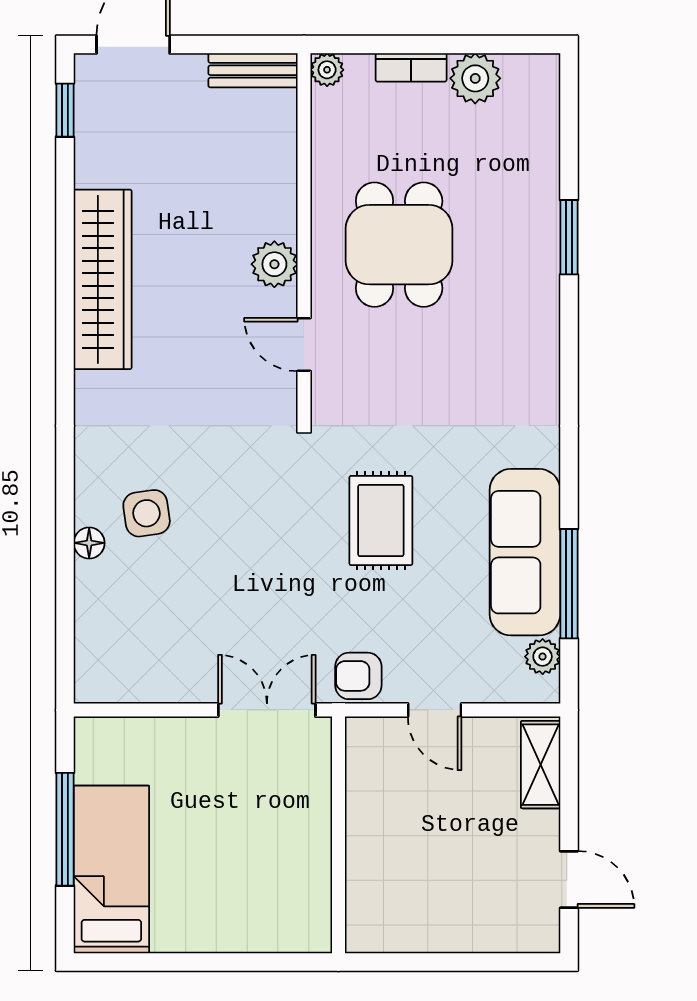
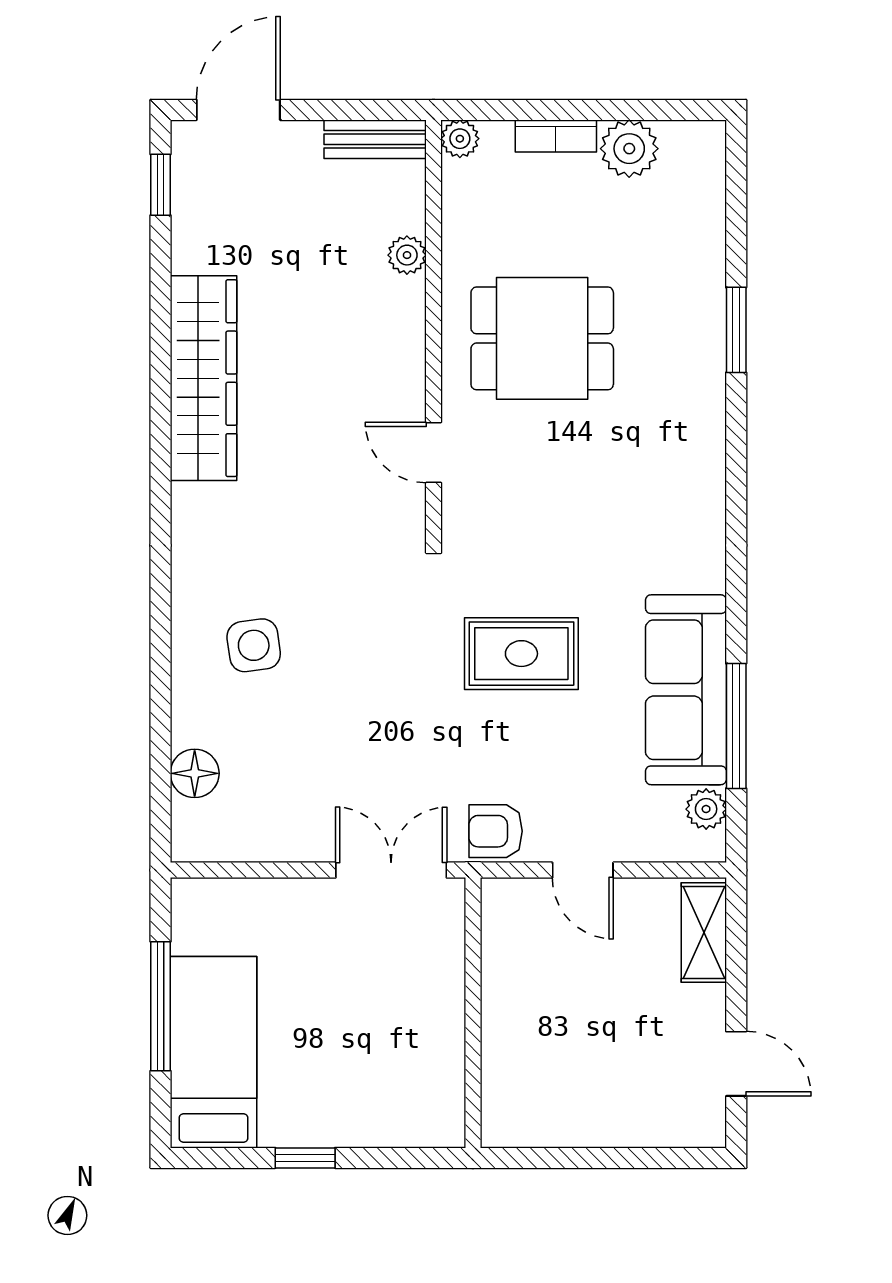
dining table: (399, 245) -> (542, 338), turned 90
plant: (274, 264) -> (407, 255), moved, width x0.73, depth x0.73
rug: (381, 520) -> (521, 654), turned 90
floor lamp: (89, 543) -> (195, 773), moved, width x1.37, depth x1.37
window: (192, 962) -> (305, 1158), added

